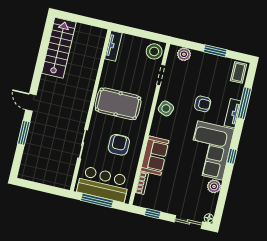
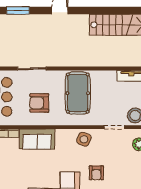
window: (24, 133) -> (18, 11), moved
armchair: (119, 145) -> (39, 103), turned 180

